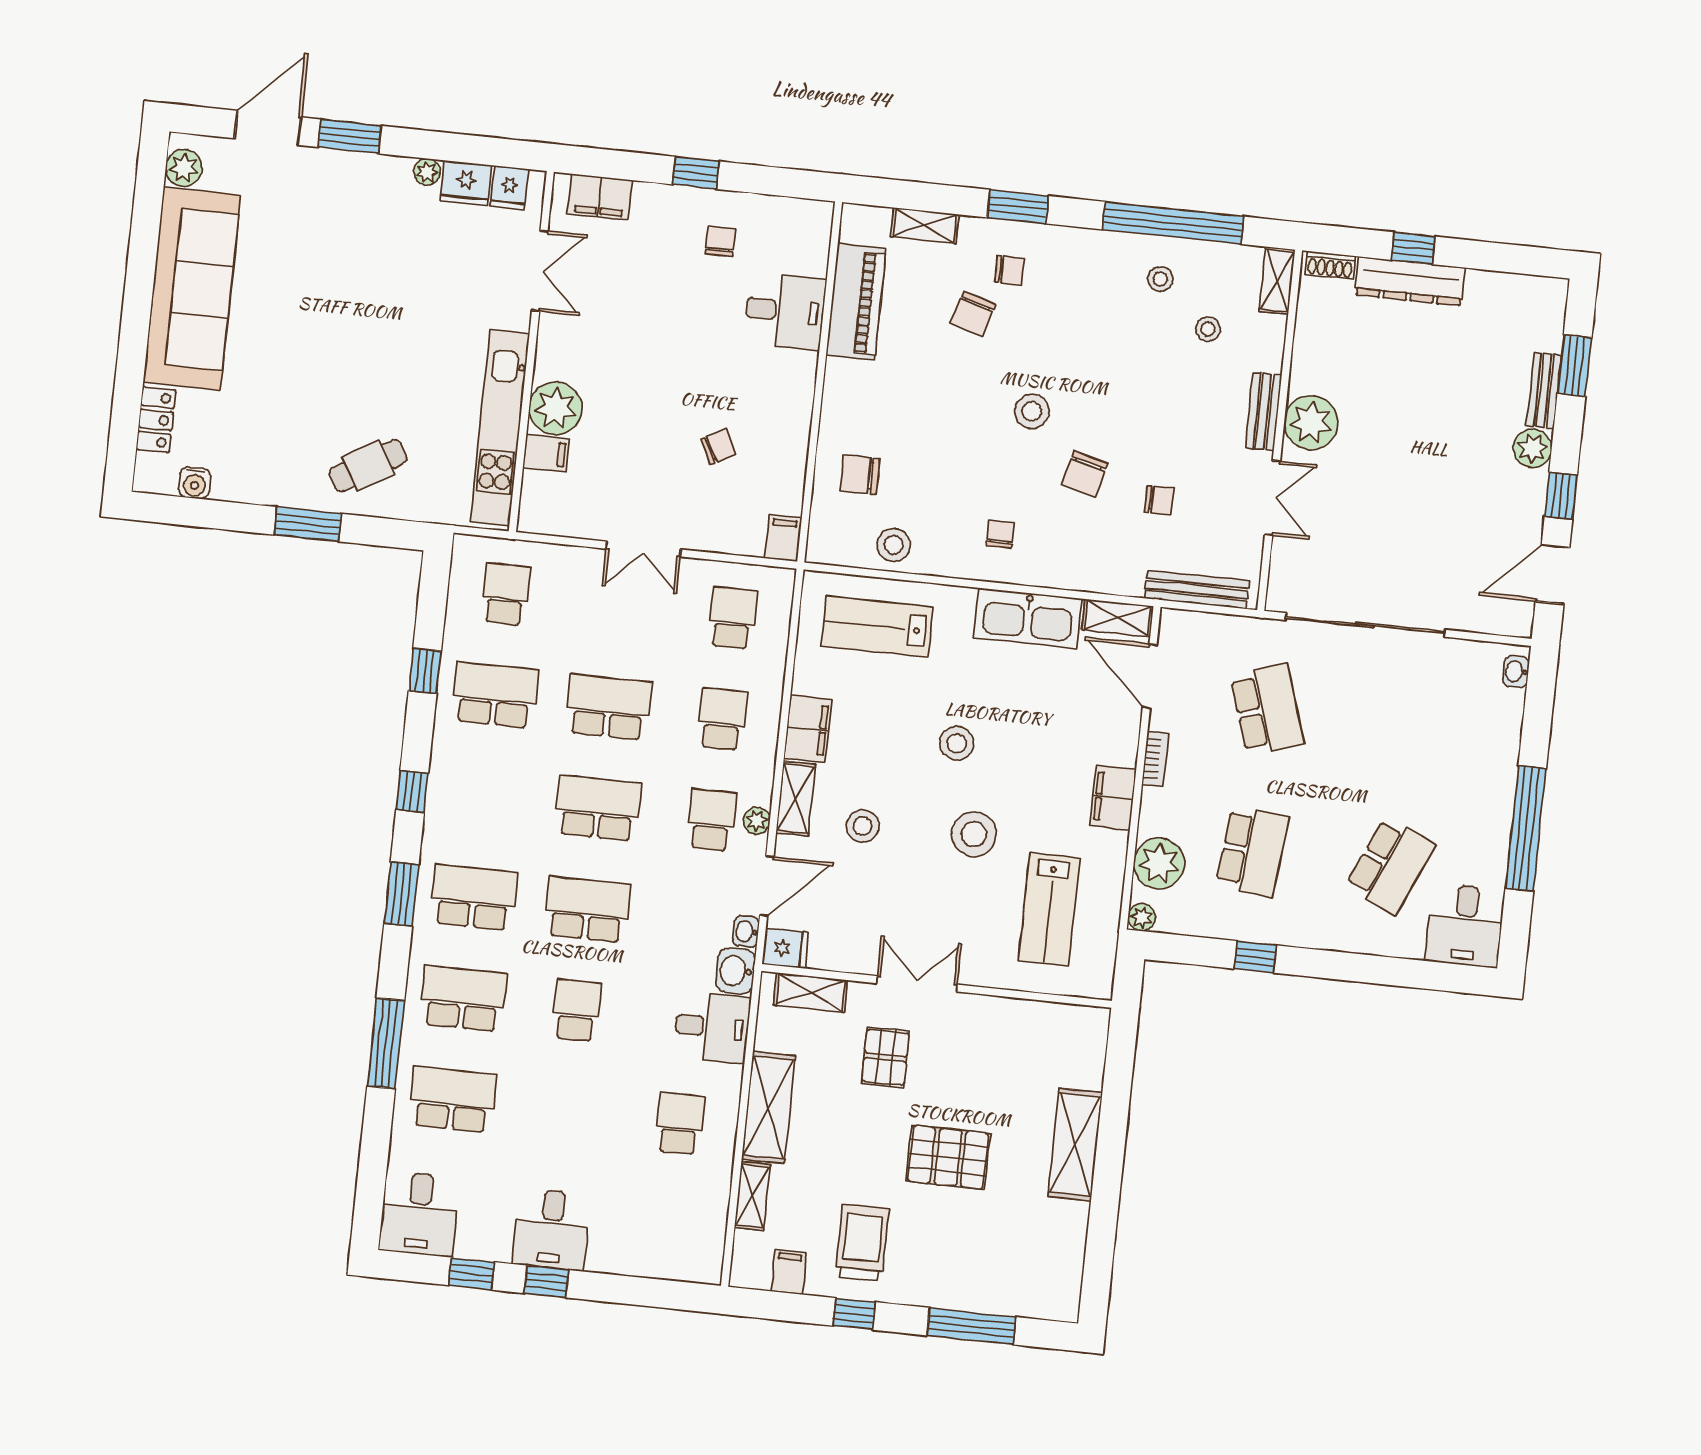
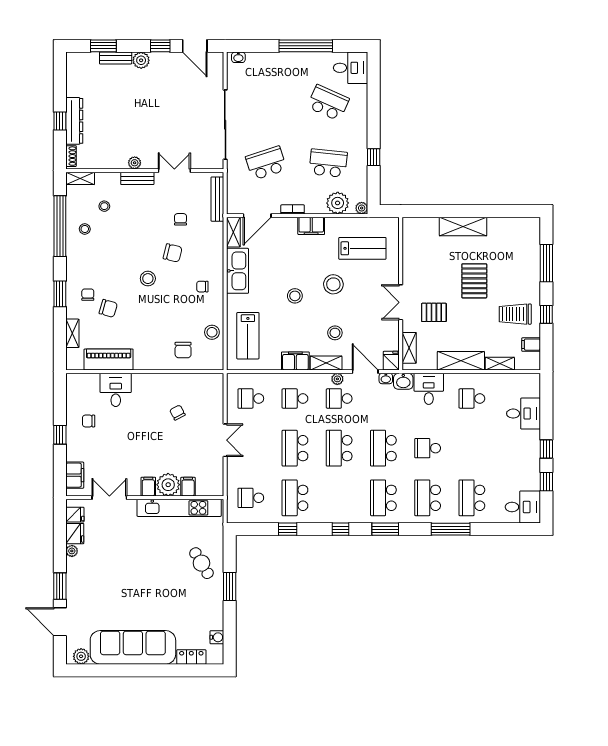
plant: (1311, 423) -> (135, 163), width x0.53, depth x0.53
filing cabinet: (783, 538) -> (148, 487), moved, turned 90
desk: (551, 1229) -> (523, 414), moved

